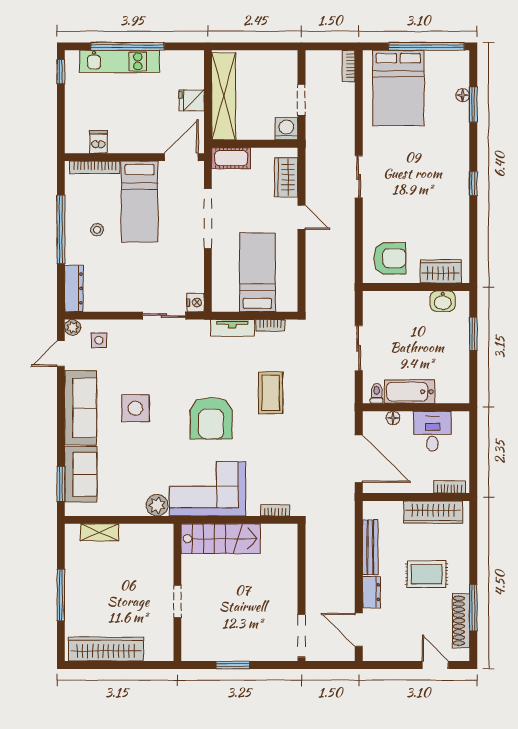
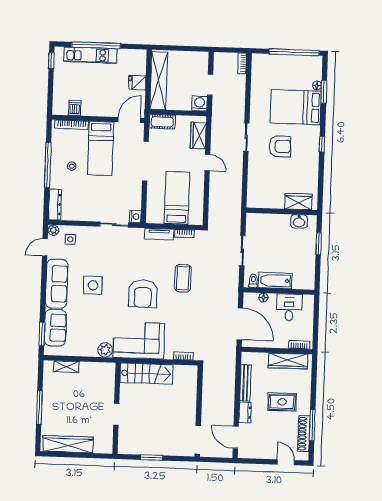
bed: (398, 88) -> (296, 107), moved, turned 90
armchair: (390, 258) -> (280, 146), moved

